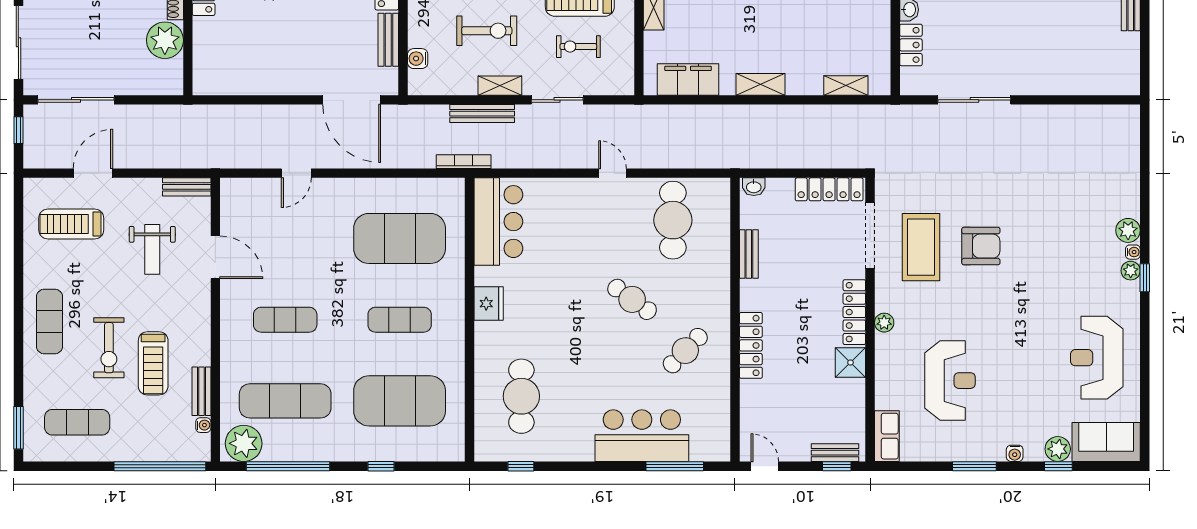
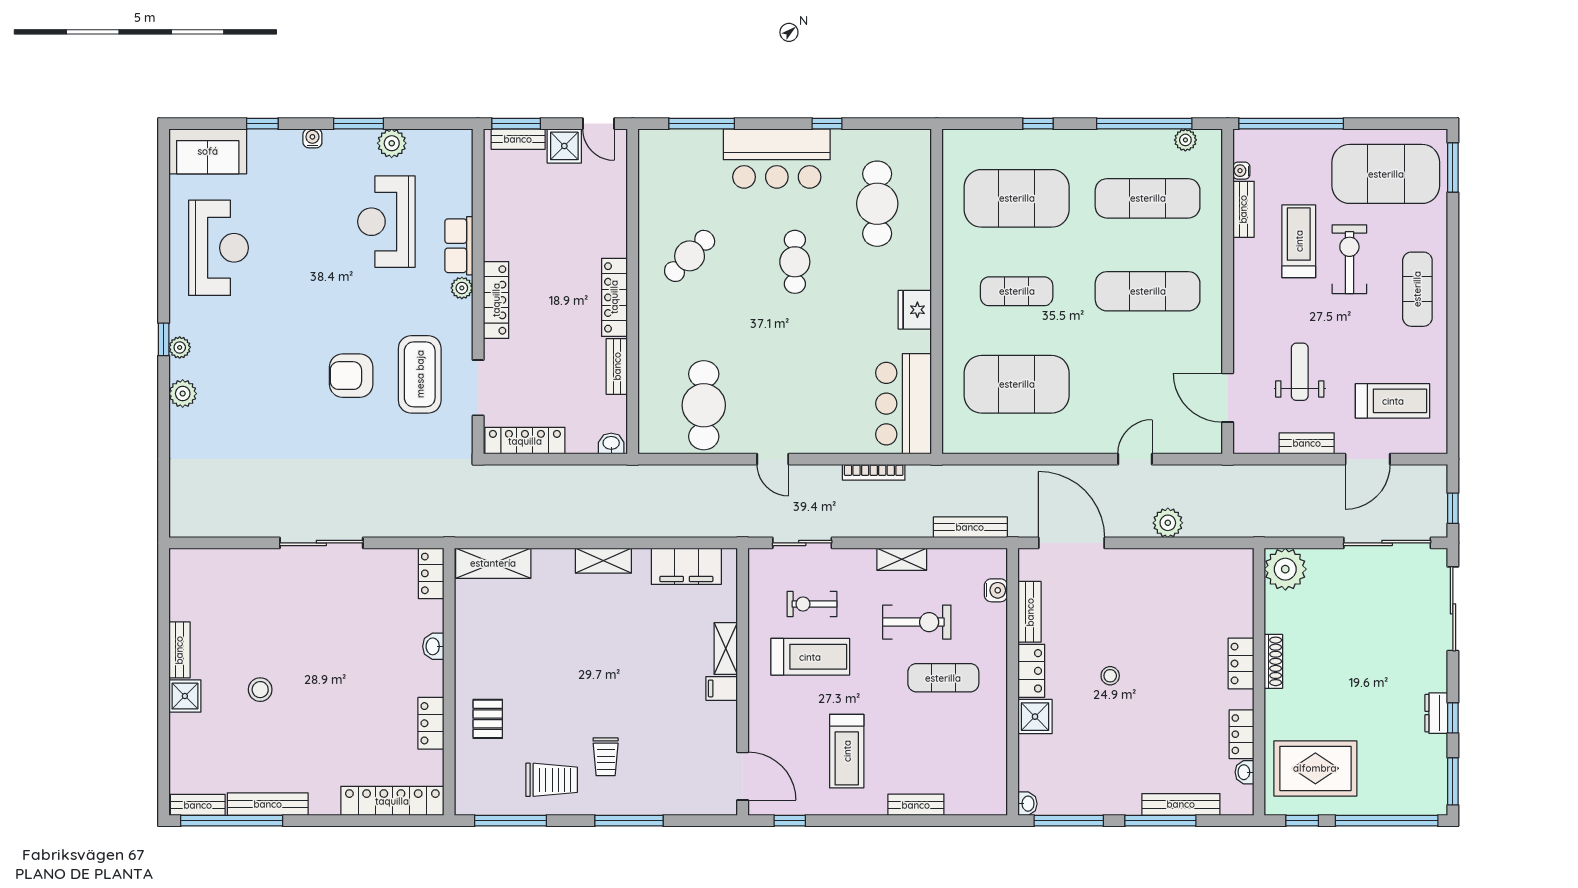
exercise bike: (487, 31) -> (917, 622), turned 180
plant: (165, 40) -> (1285, 569), moved
locker: (911, 45) -> (431, 573), moved
exercise bike: (578, 47) -> (812, 604), turned 180
shelving: (846, 85) -> (493, 563), width x1.50, depth x1.33
sliding door: (557, 100) -> (802, 543), moved
sliding door: (974, 100) -> (321, 543), moved
bench: (482, 114) -> (970, 527), moved
plant: (267, 117) -> (1168, 523), added
bookcase: (464, 162) -> (874, 472), moved
bench: (187, 187) -> (1307, 443), moved
doorway: (870, 235) -> (478, 388), width x0.73
water cooler: (1133, 252) -> (177, 369), removed
door: (215, 257) -> (1228, 398), moved
cafe table: (632, 299) -> (795, 262), moved, turned 54
exercise mat: (285, 320) -> (1148, 291), width x1.36, depth x1.45
locker: (751, 345) -> (614, 297), moved
shower: (850, 363) -> (564, 146), moved
exercise mat: (77, 422) -> (1386, 174), width x2.00, depth x1.45
bar counter: (642, 436) -> (777, 159), moved
row of seats: (887, 436) -> (459, 246), moved
plant: (244, 443) -> (1185, 140), width x0.53, depth x0.53
plant: (1058, 449) -> (392, 143), moved
window: (521, 466) -> (827, 124), moved
window: (837, 466) -> (516, 124), width x1.50

